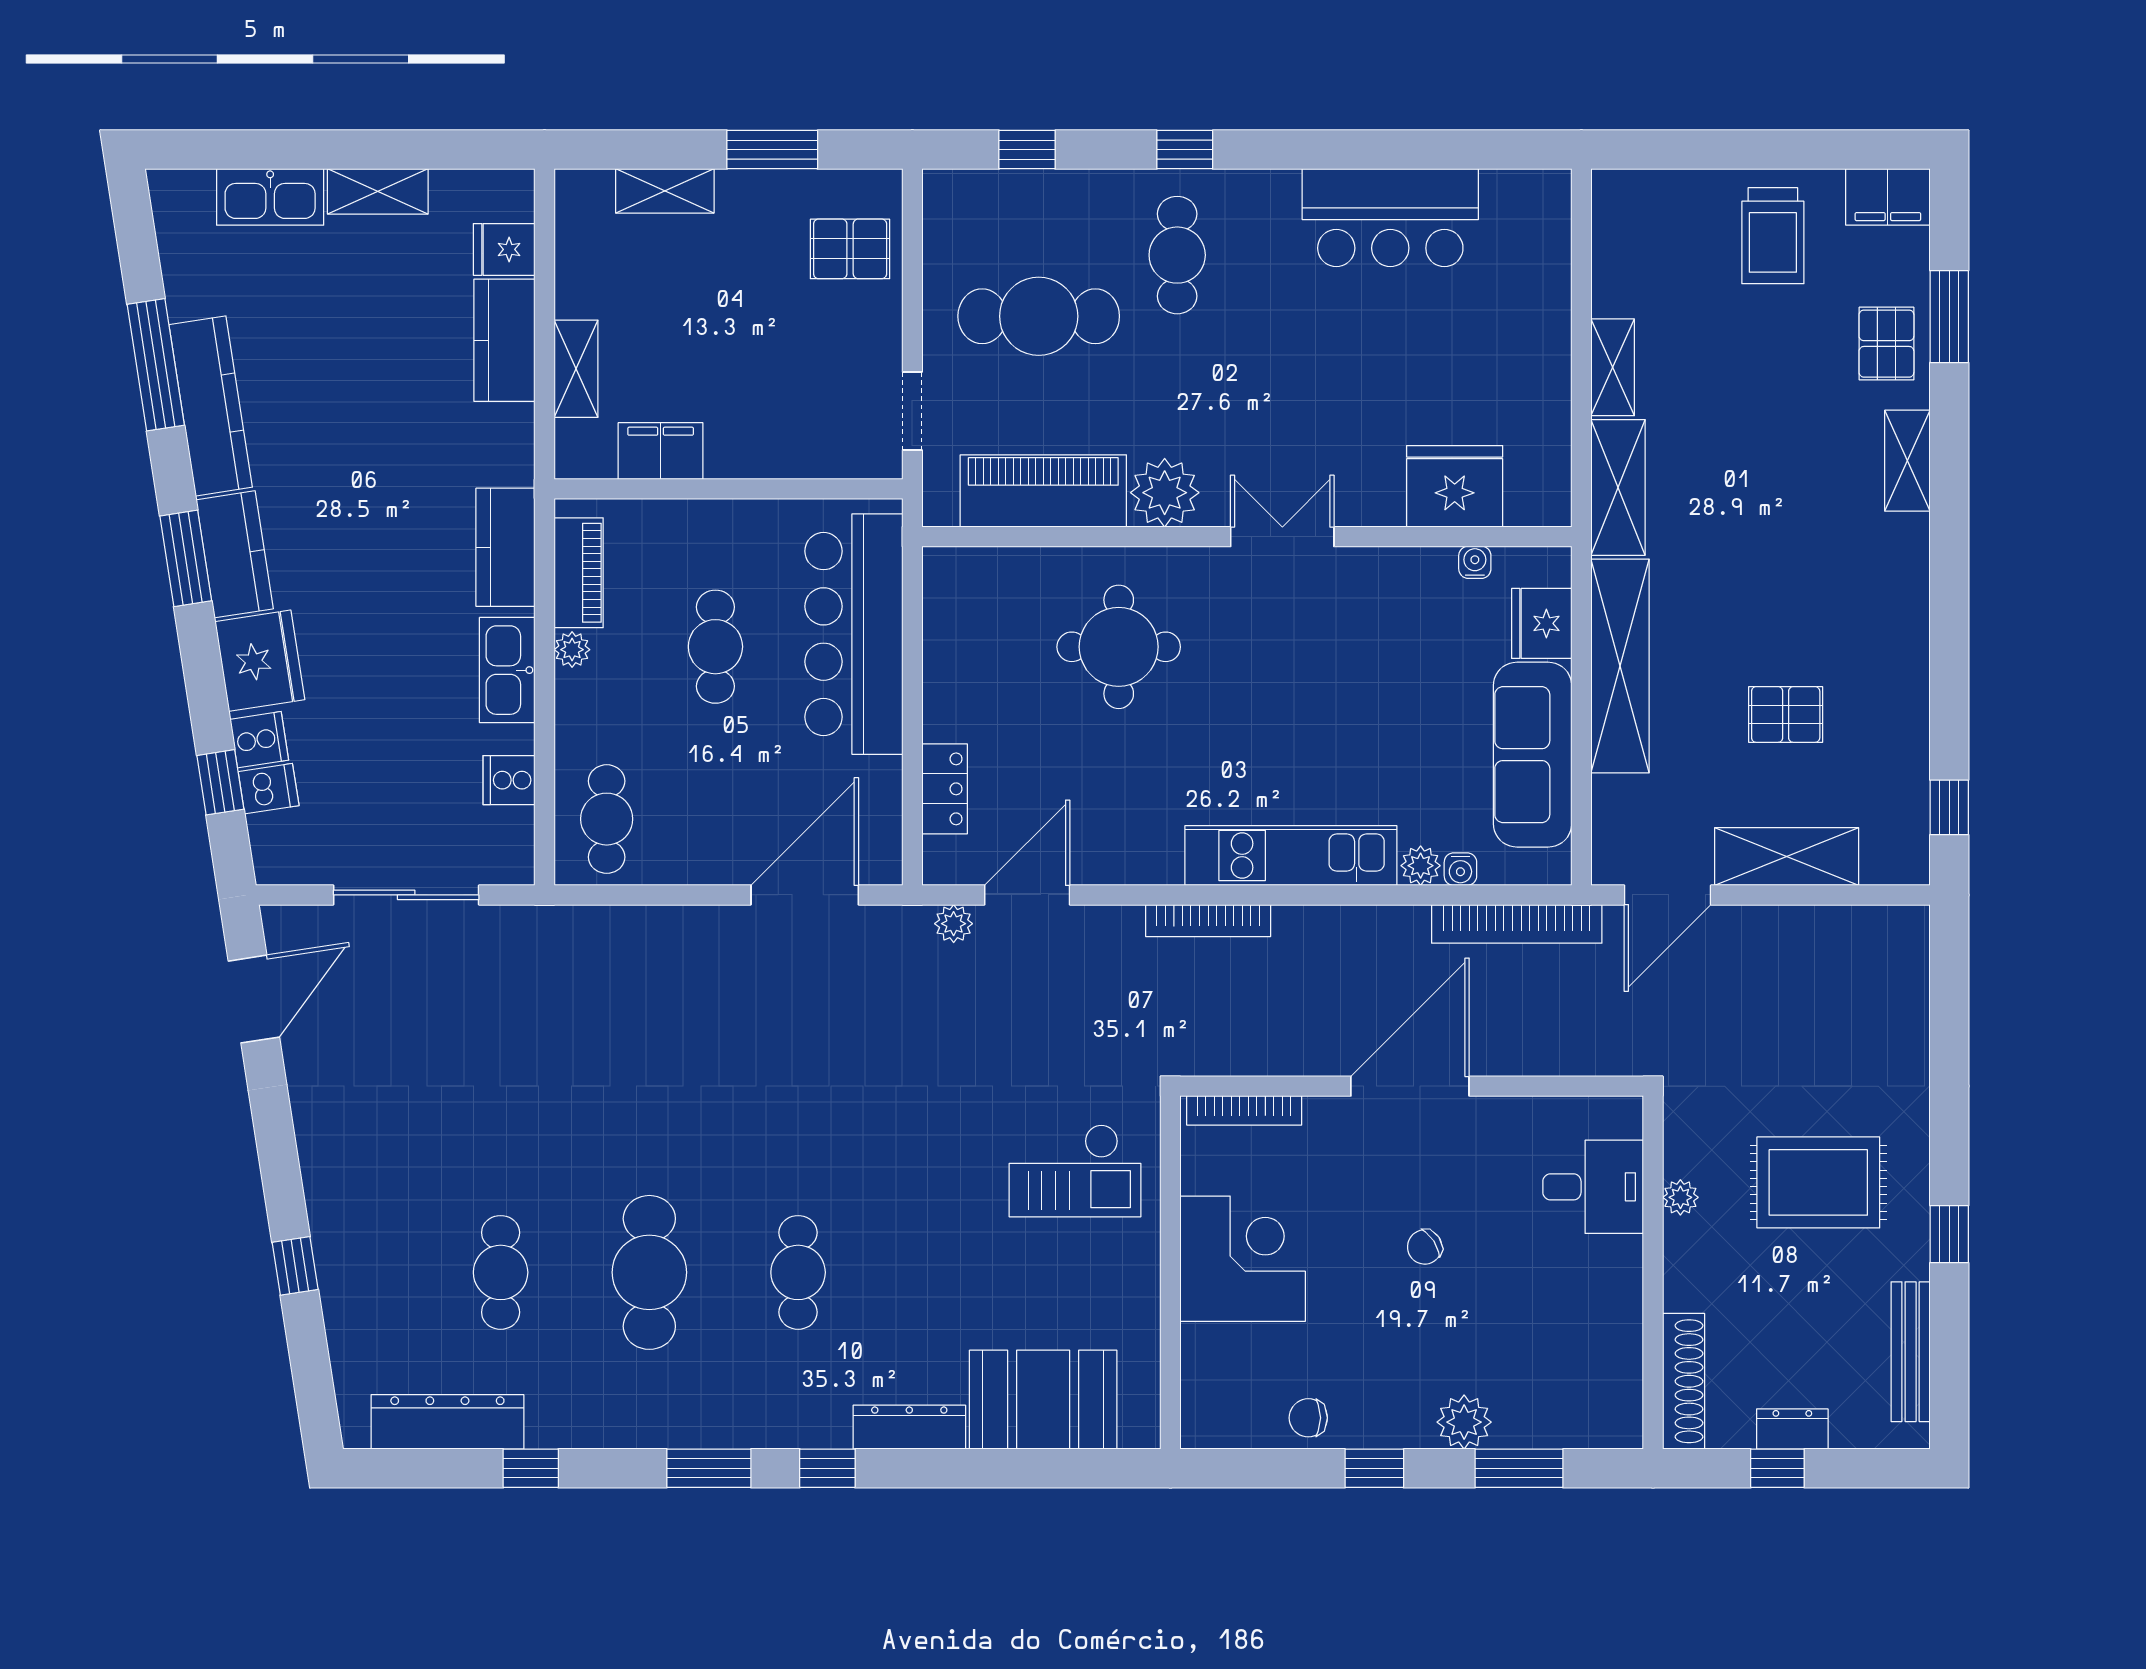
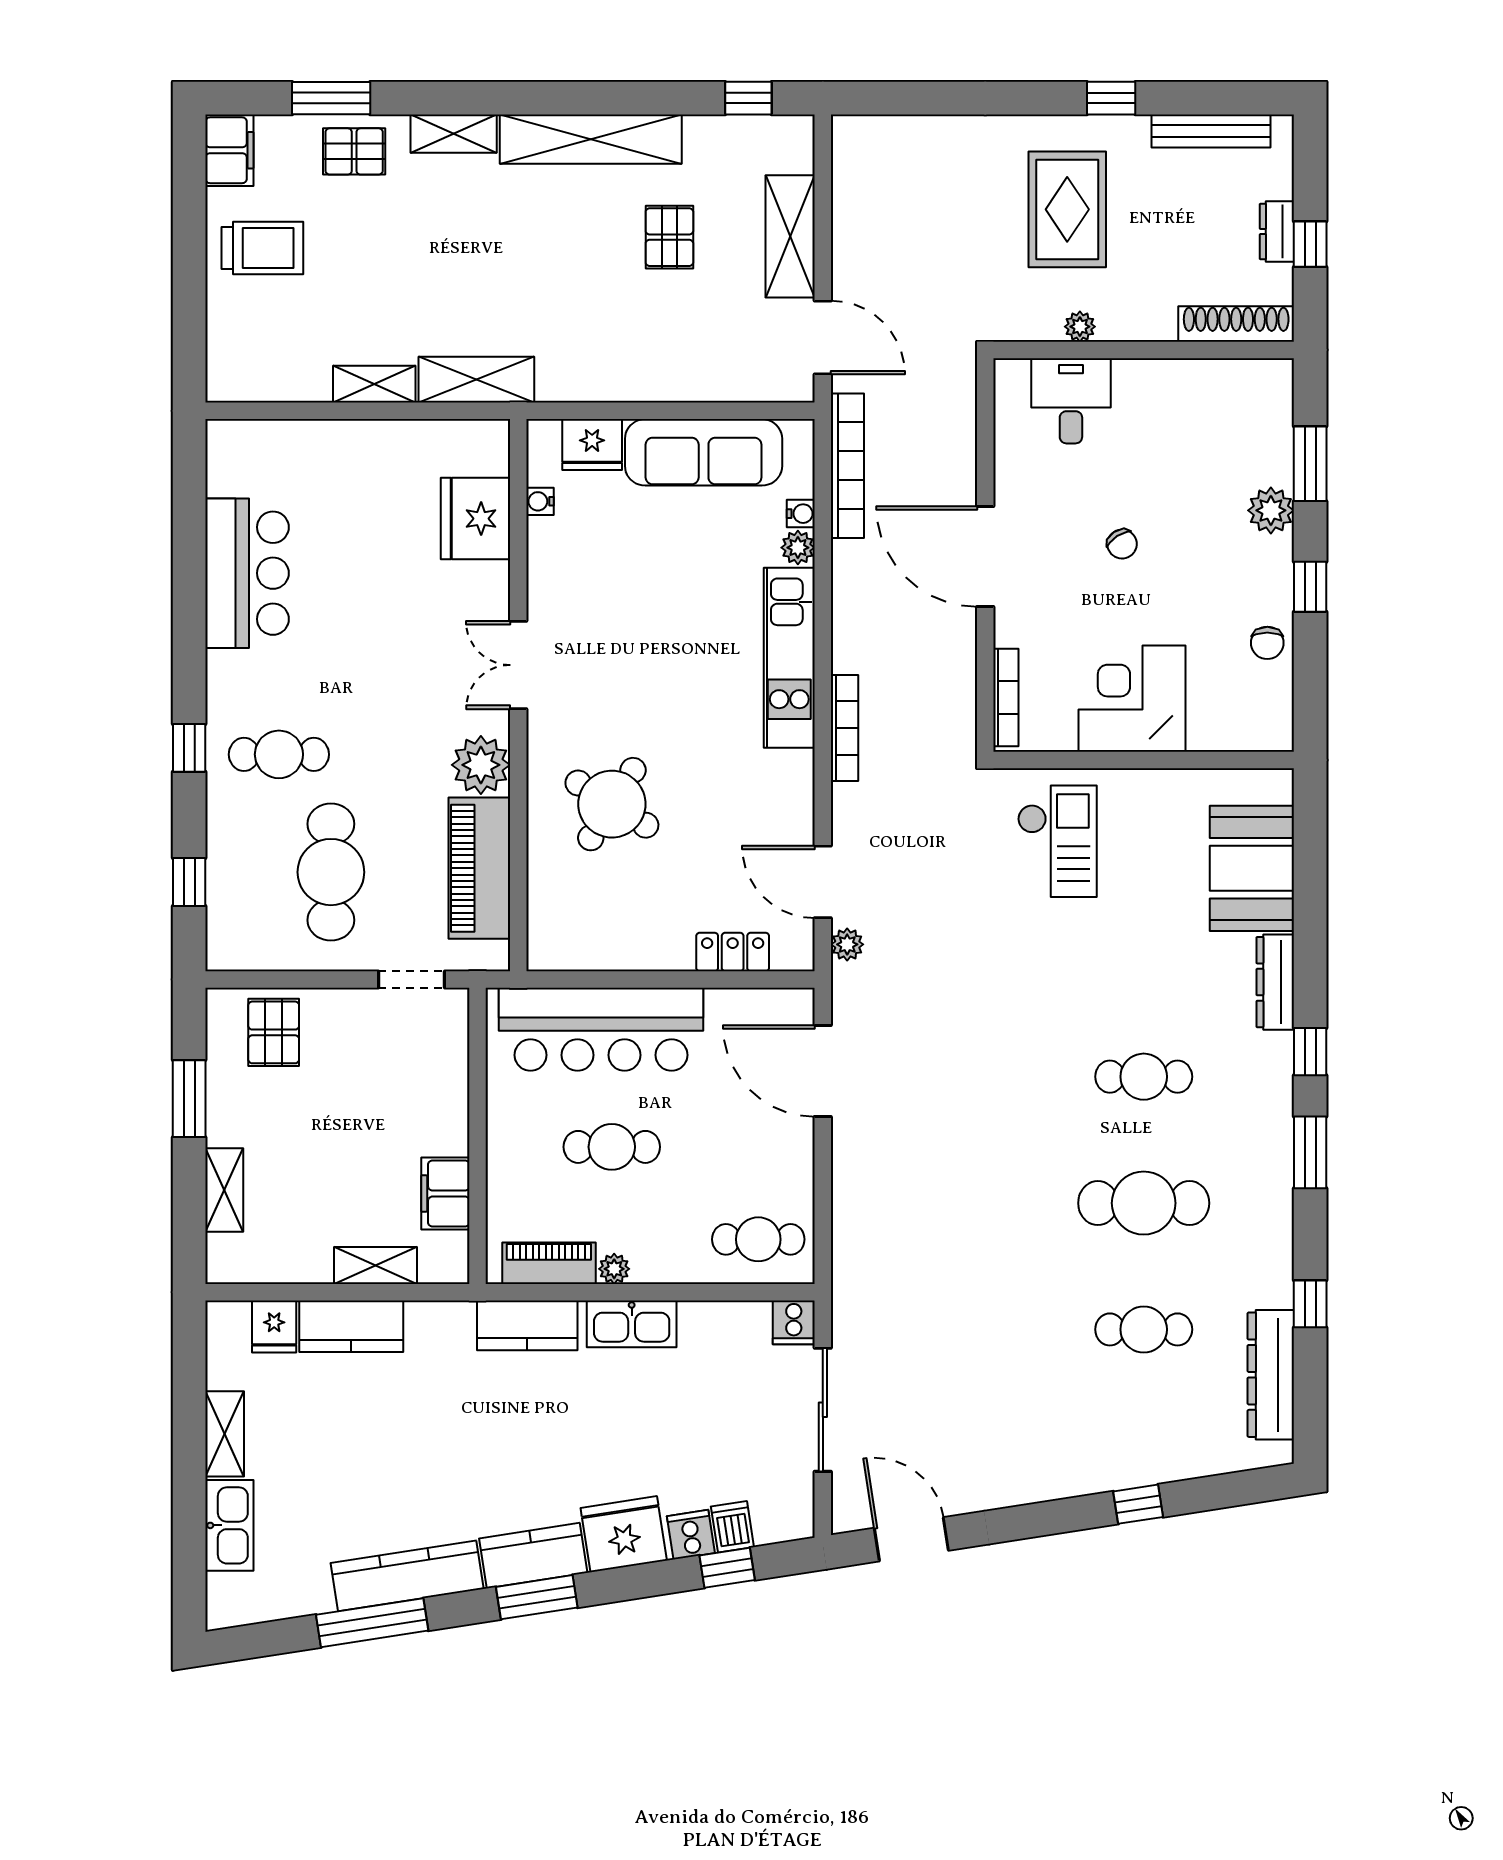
round table: (1119, 647) -> (612, 804), turned 32
shelving: (1620, 666) -> (591, 139), moved
cooker: (509, 780) -> (794, 1322), moved

